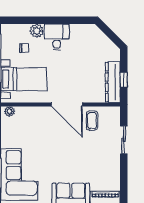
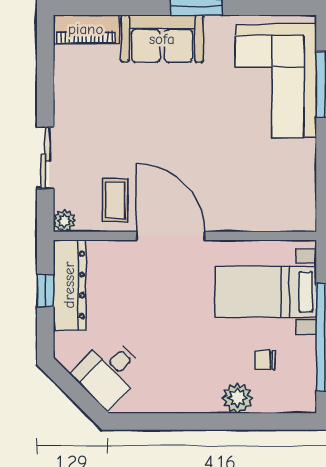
desk: (57, 37) -> (109, 372), moved, turned 45
plant: (9, 111) -> (64, 221), moved

